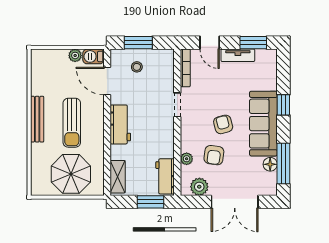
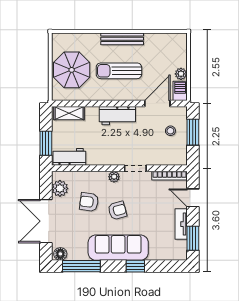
door: (210, 43) -> (193, 198), hinge flipped
plant: (187, 159) -> (114, 177), moved
floor lamp: (270, 164) -> (60, 254), moved

